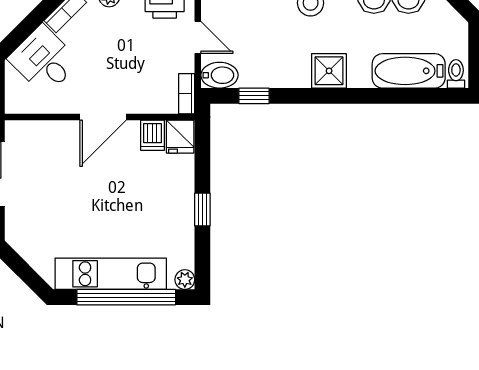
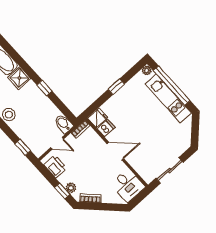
door: (198, 37) -> (57, 143), swing flipped
desk: (44, 60) -> (128, 185), moved, turned -45
shower: (329, 71) -> (19, 78), moved
window: (254, 96) -> (44, 88), moved

